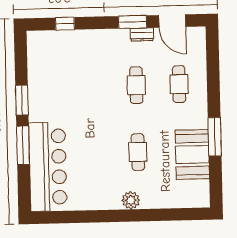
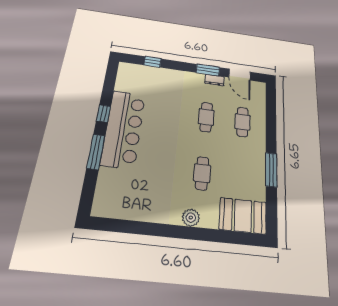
window: (22, 100) -> (103, 113), width x0.67
booth: (192, 155) -> (243, 216), moved, turned 90
bar counter: (48, 167) -> (123, 129), moved

